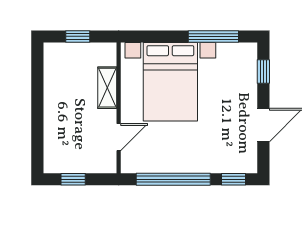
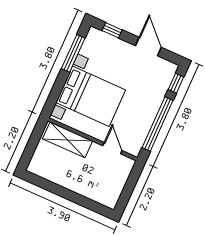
window: (78, 36) -> (32, 145), removed
shelving: (107, 88) -> (67, 140), width x1.50, depth x1.33
window: (73, 179) -> (127, 192), removed

